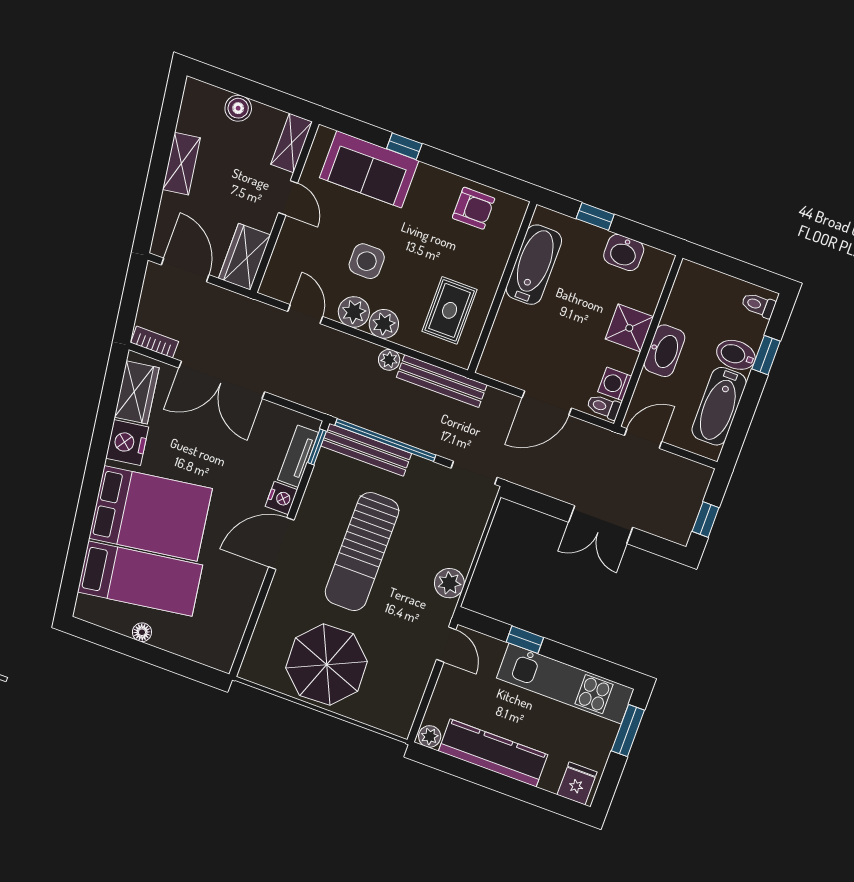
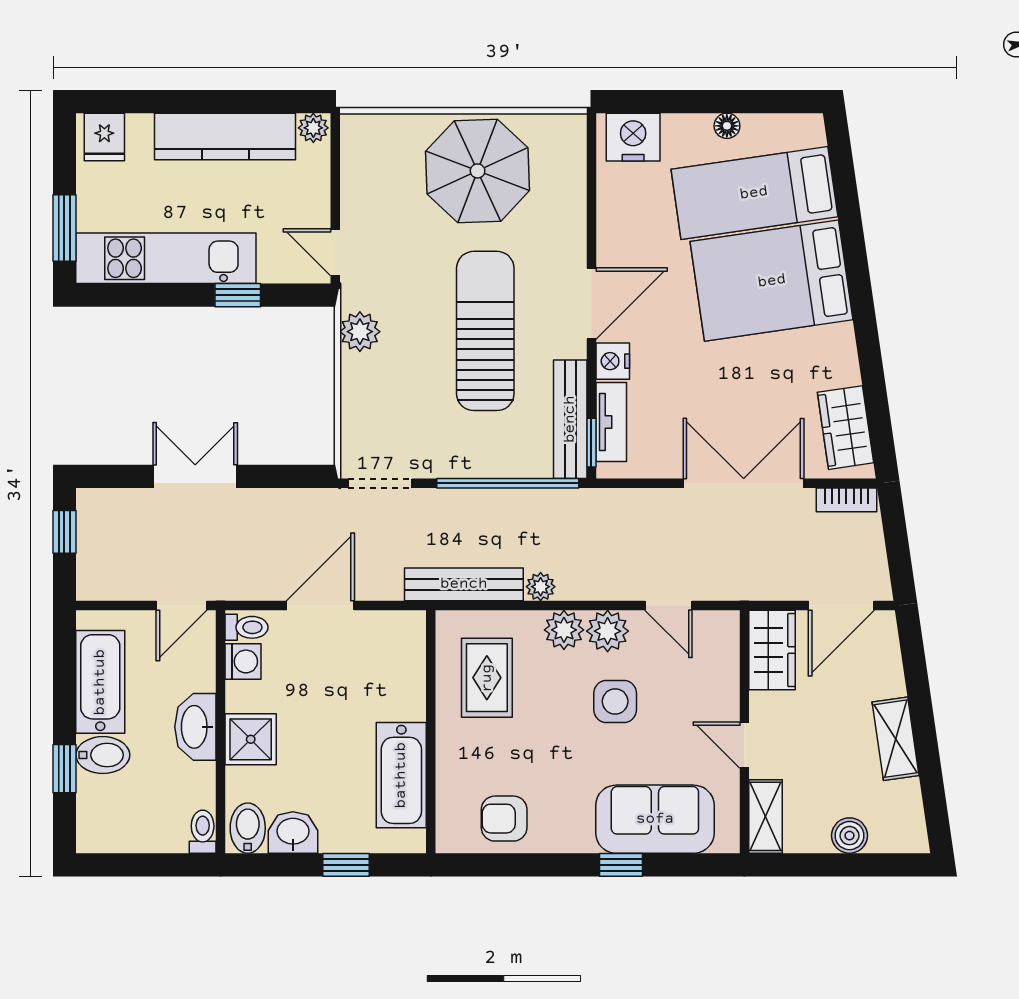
bidet: (654, 267) -> (248, 828), added
door: (185, 270) -> (841, 606), hinge flipped
toilet: (758, 305) -> (203, 832), moved, turned -90
nightstand: (127, 443) -> (633, 137), moved, turned -82
bench: (366, 450) -> (570, 419), moved, turned 90

